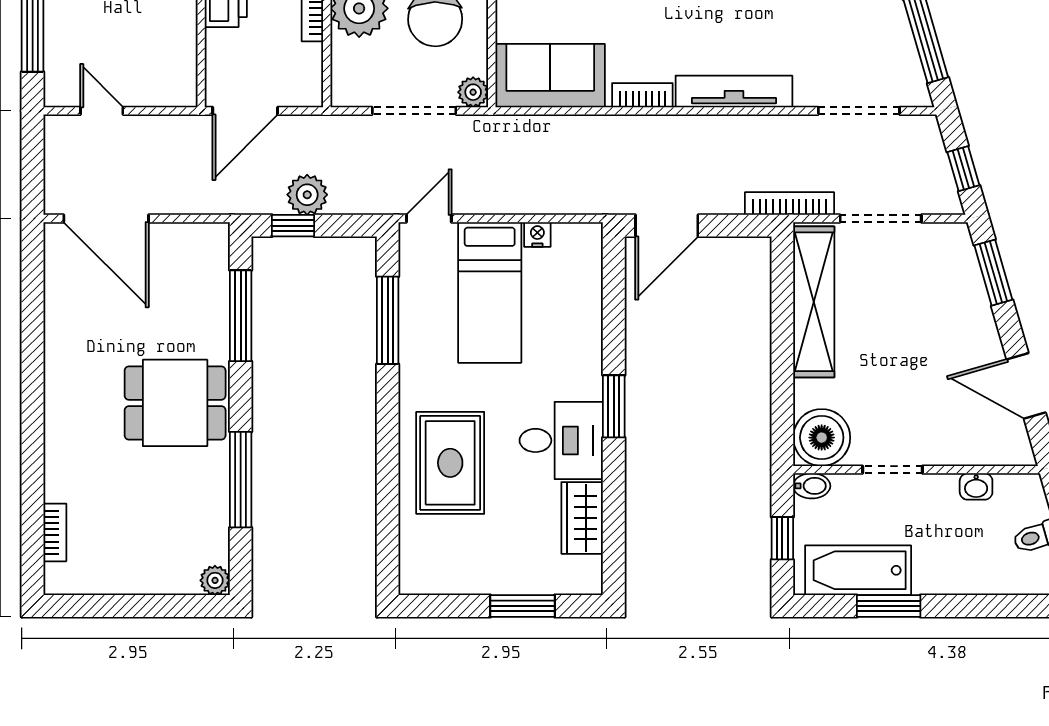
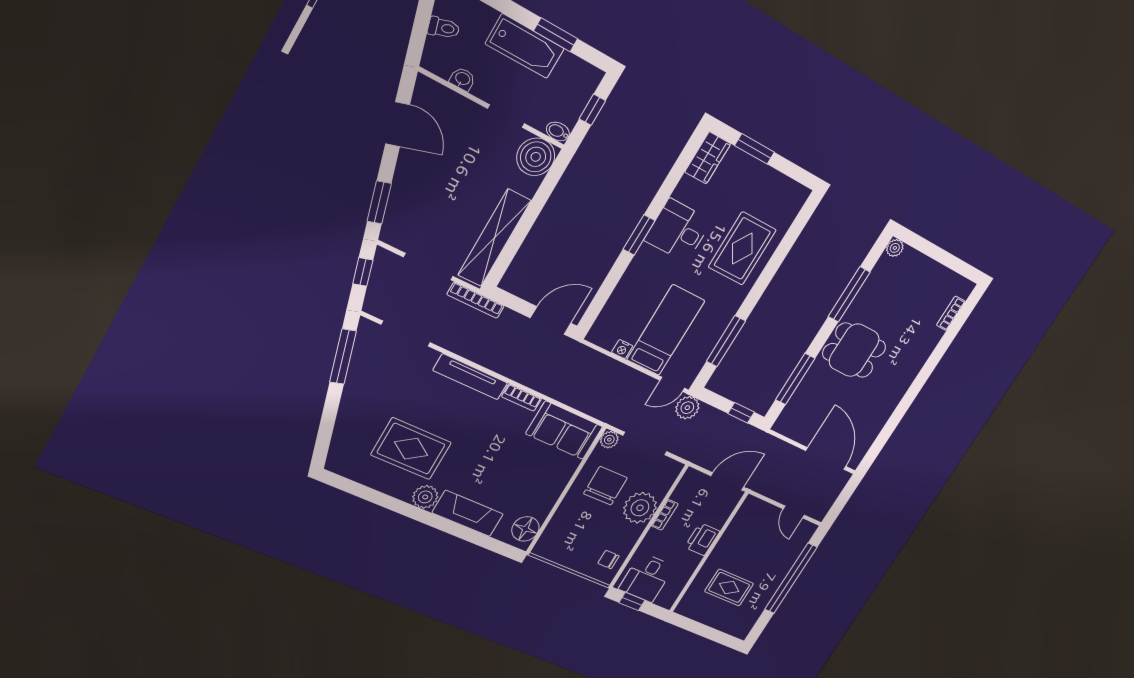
plant: (307, 195) -> (687, 408), moved
wardrobe: (582, 518) -> (708, 158), moved
bathtub: (858, 570) -> (525, 46), moved

